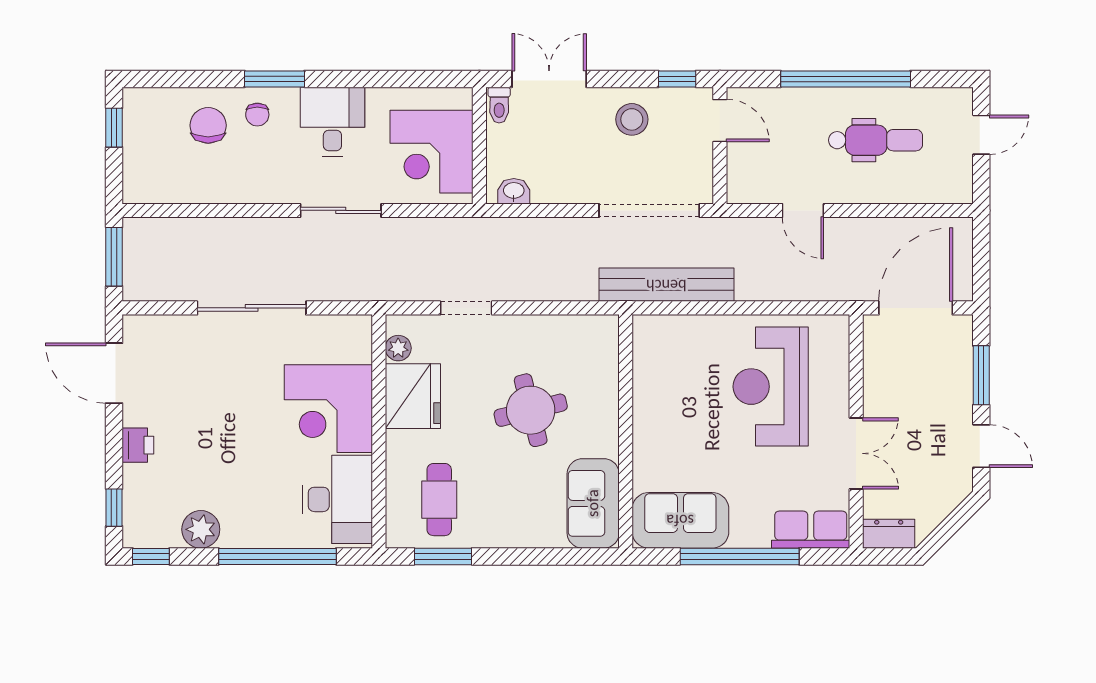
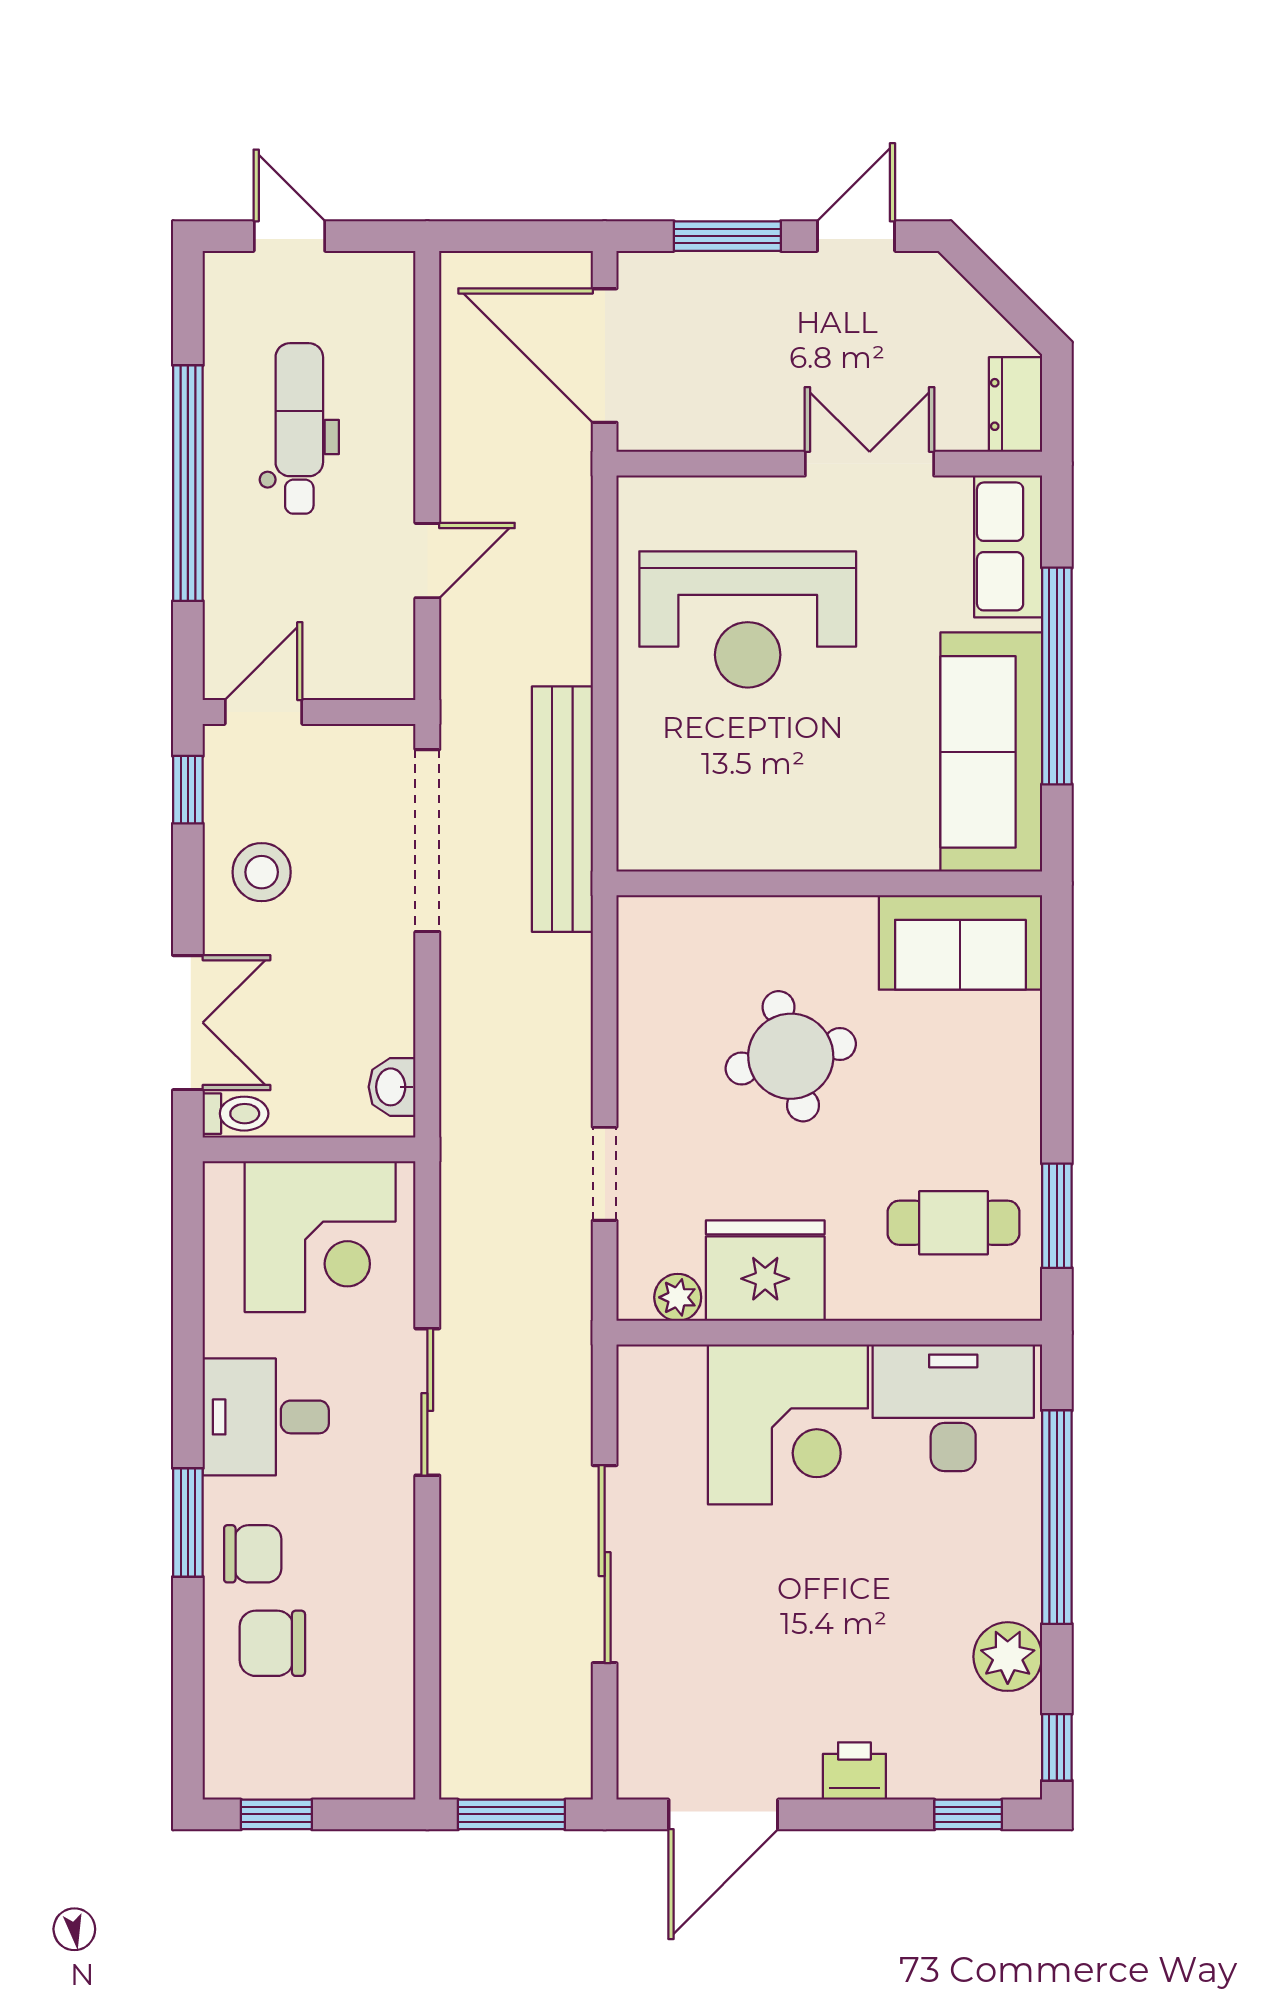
double door: (549, 79) -> (188, 1023), swing flipped
chair: (257, 115) -> (253, 1554), width x1.37, depth x1.37
sofa: (680, 520) -> (991, 752), width x1.36

